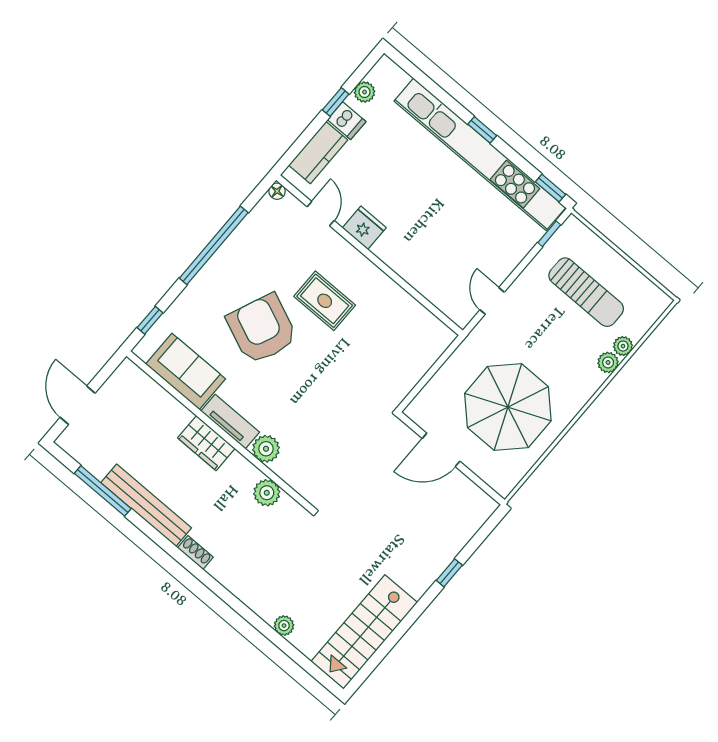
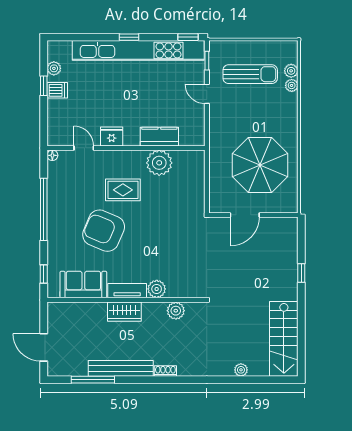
kitchen counter: (318, 153) -> (159, 137), moved, turned -90
door: (492, 301) -> (207, 94), moved
plant: (393, 305) -> (159, 163), added
plant: (608, 362) -> (291, 71), moved

